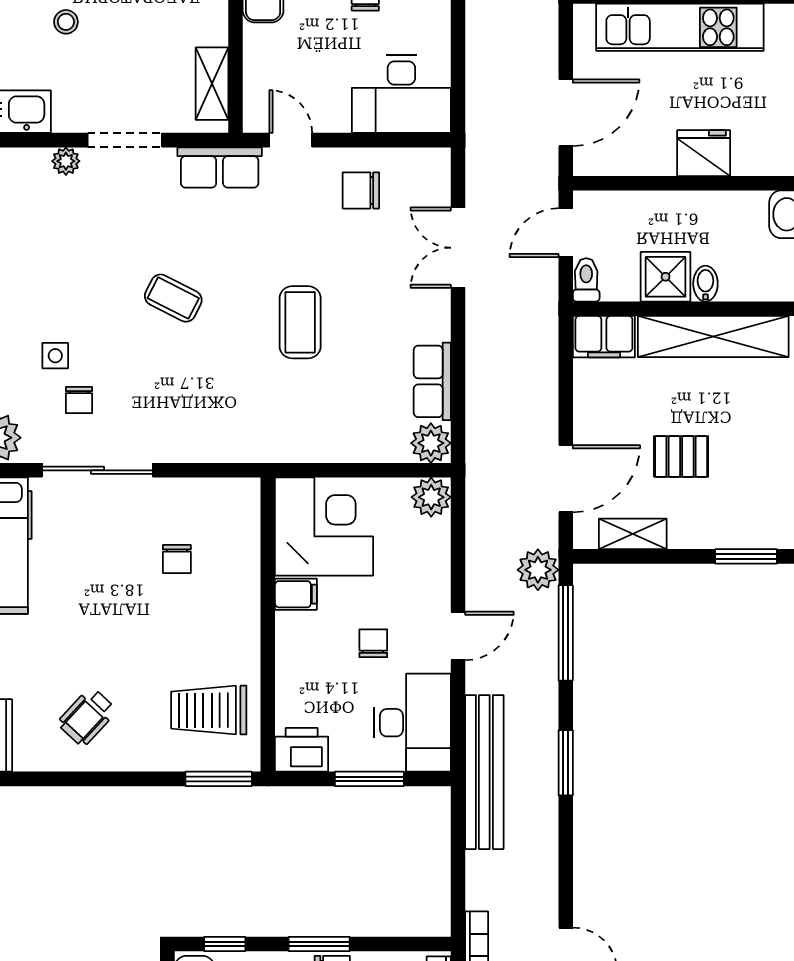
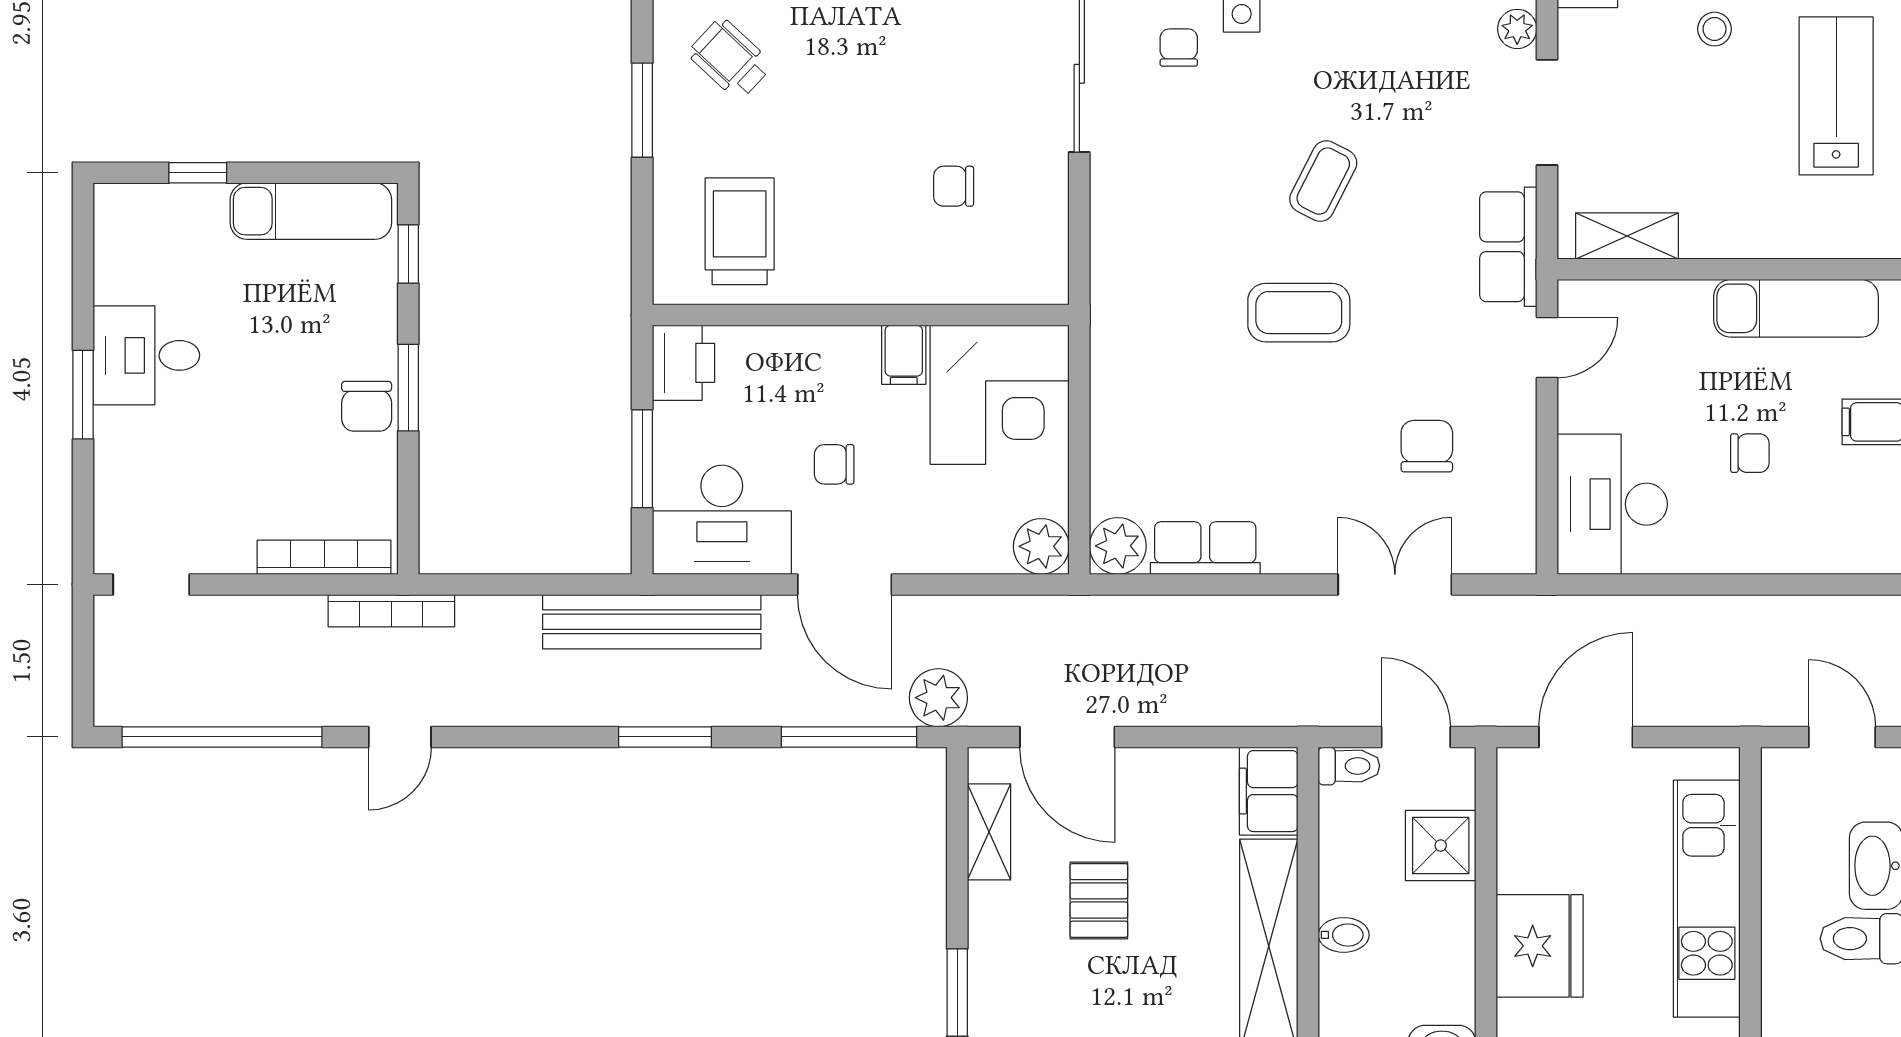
door: (566, 113) -> (1586, 737), swing flipped
fridge: (704, 153) -> (1540, 946), width x1.36, depth x1.34
chair: (361, 190) -> (1427, 446), moved
shower: (666, 277) -> (1441, 846), moved
coffee table: (300, 322) -> (1299, 313), moved
chair: (79, 400) -> (1179, 48), turned 90
door: (458, 636) -> (845, 584), width x1.38
chair: (373, 643) -> (834, 464), turned 180
window: (219, 779) -> (642, 110), moved

